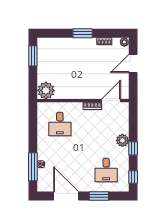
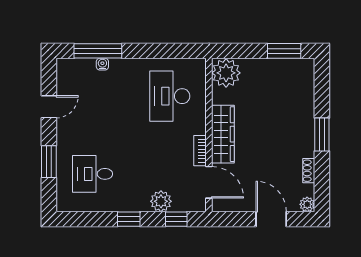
wardrobe: (82, 92) -> (223, 134), added
desk: (60, 124) -> (170, 96), width x1.37
plant: (122, 140) -> (161, 201), moved
window: (133, 177) -> (176, 219), moved
door: (66, 196) -> (49, 107), width x0.53

